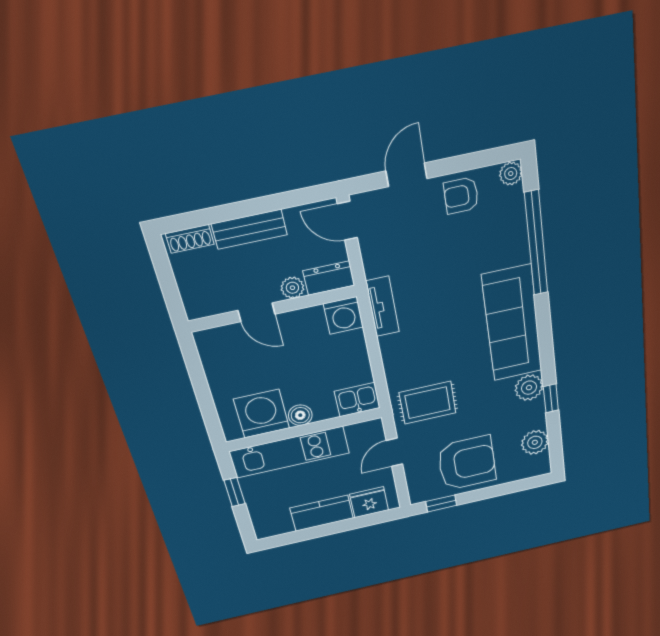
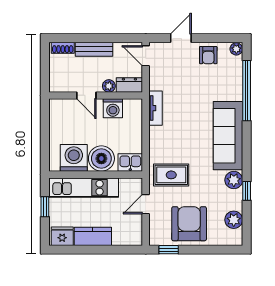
armchair: (461, 196) -> (208, 55), turned -90
washing machine: (343, 315) -> (113, 108), moved
boiler: (300, 415) -> (101, 159), width x1.86, depth x1.86
armchair: (467, 463) -> (189, 224), turned -90
fridge: (369, 502) -> (62, 236), moved

